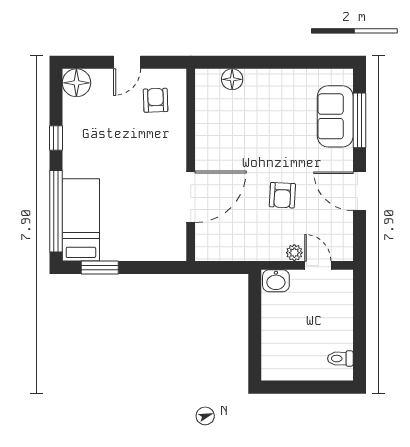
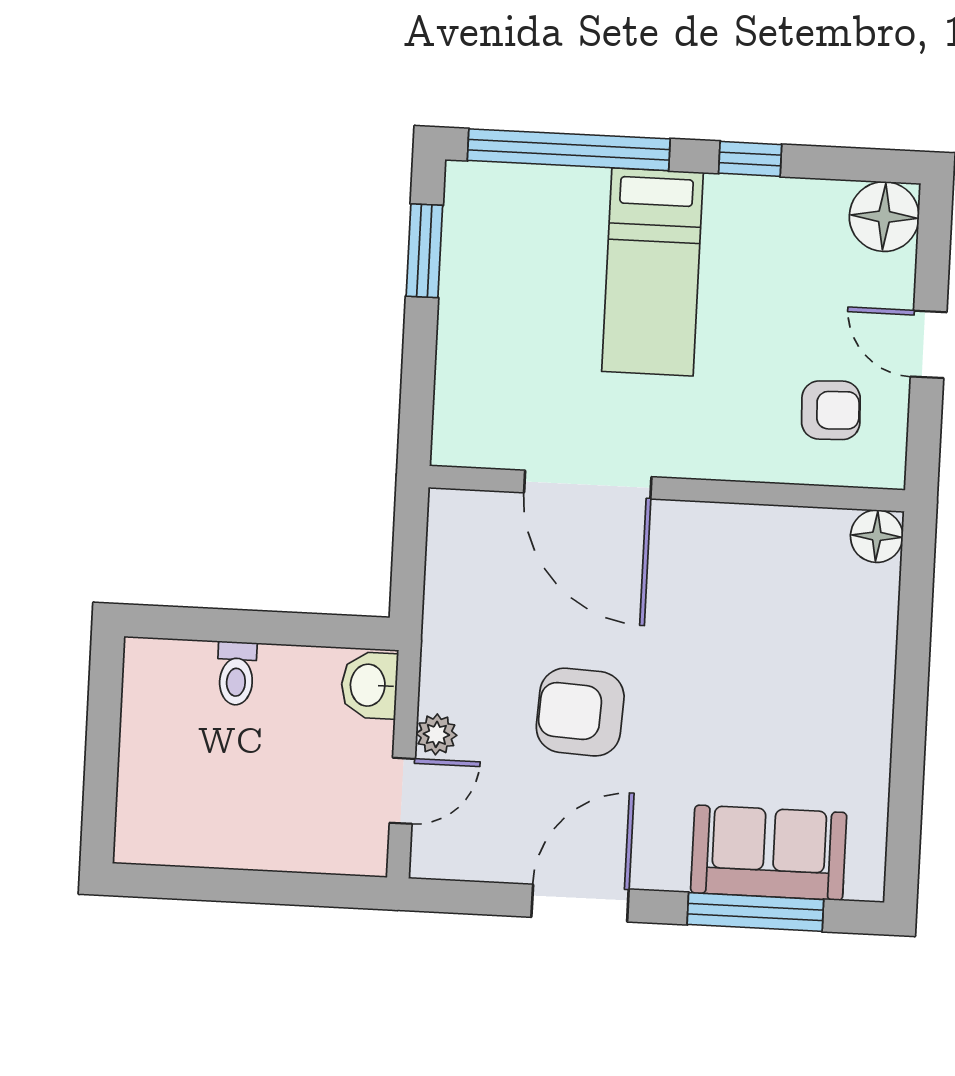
floor lamp: (232, 79) -> (877, 536), moved
armchair: (282, 195) -> (580, 712), width x1.38, depth x1.38
bed: (81, 220) -> (652, 272), moved, turned 90
toilet: (340, 359) -> (236, 673), moved, turned 180

